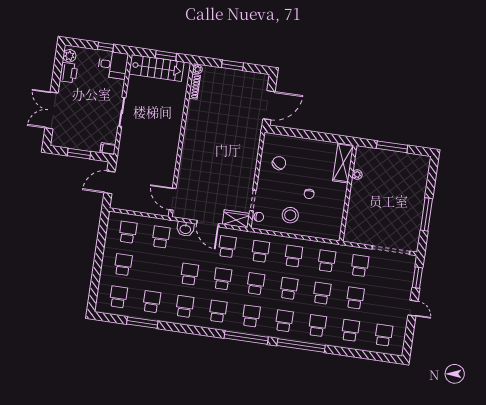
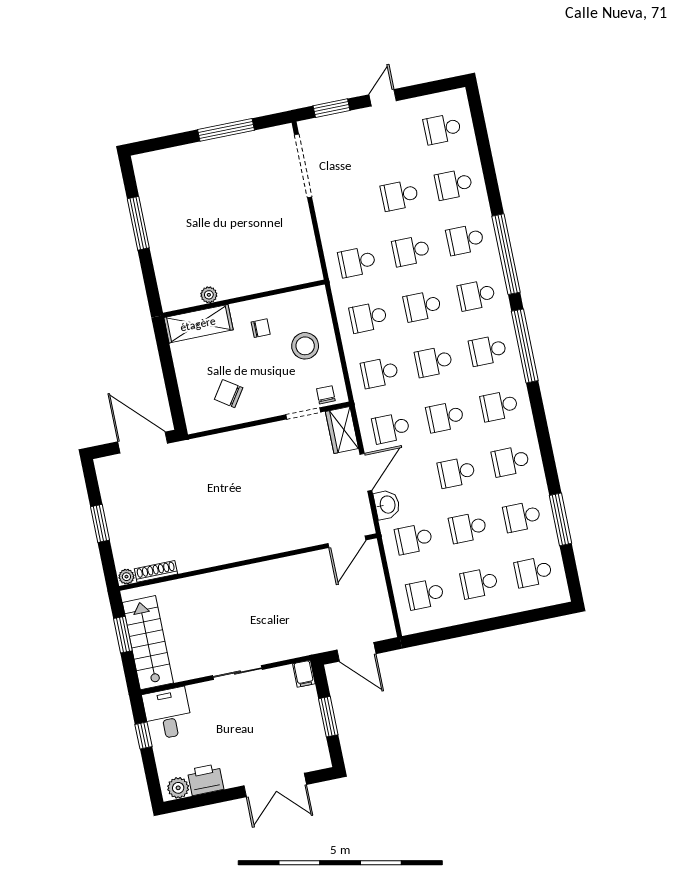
shelving: (343, 163) -> (198, 324), moved
plant: (357, 175) -> (209, 295), moved
wall: (348, 193) -> (244, 299), moved
school desk: (360, 266) -> (468, 528), moved

